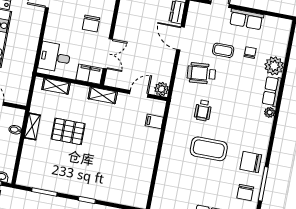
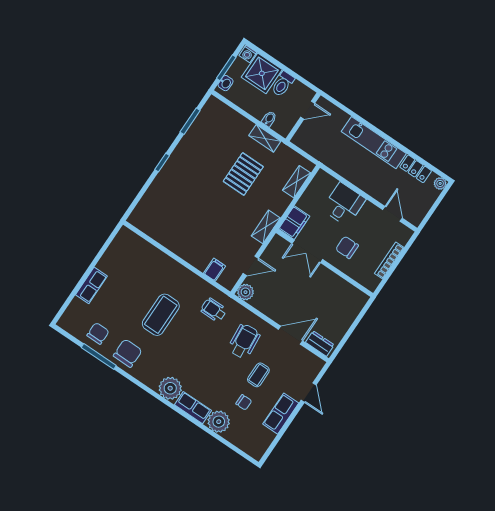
desk: (55, 57) -> (344, 204), moved
door: (139, 94) -> (251, 266), hinge flipped
wheelchair: (203, 110) -> (214, 310), moved
plant: (270, 112) -> (170, 388), width x1.87, depth x1.87
chair: (245, 193) -> (98, 333), turned 90

